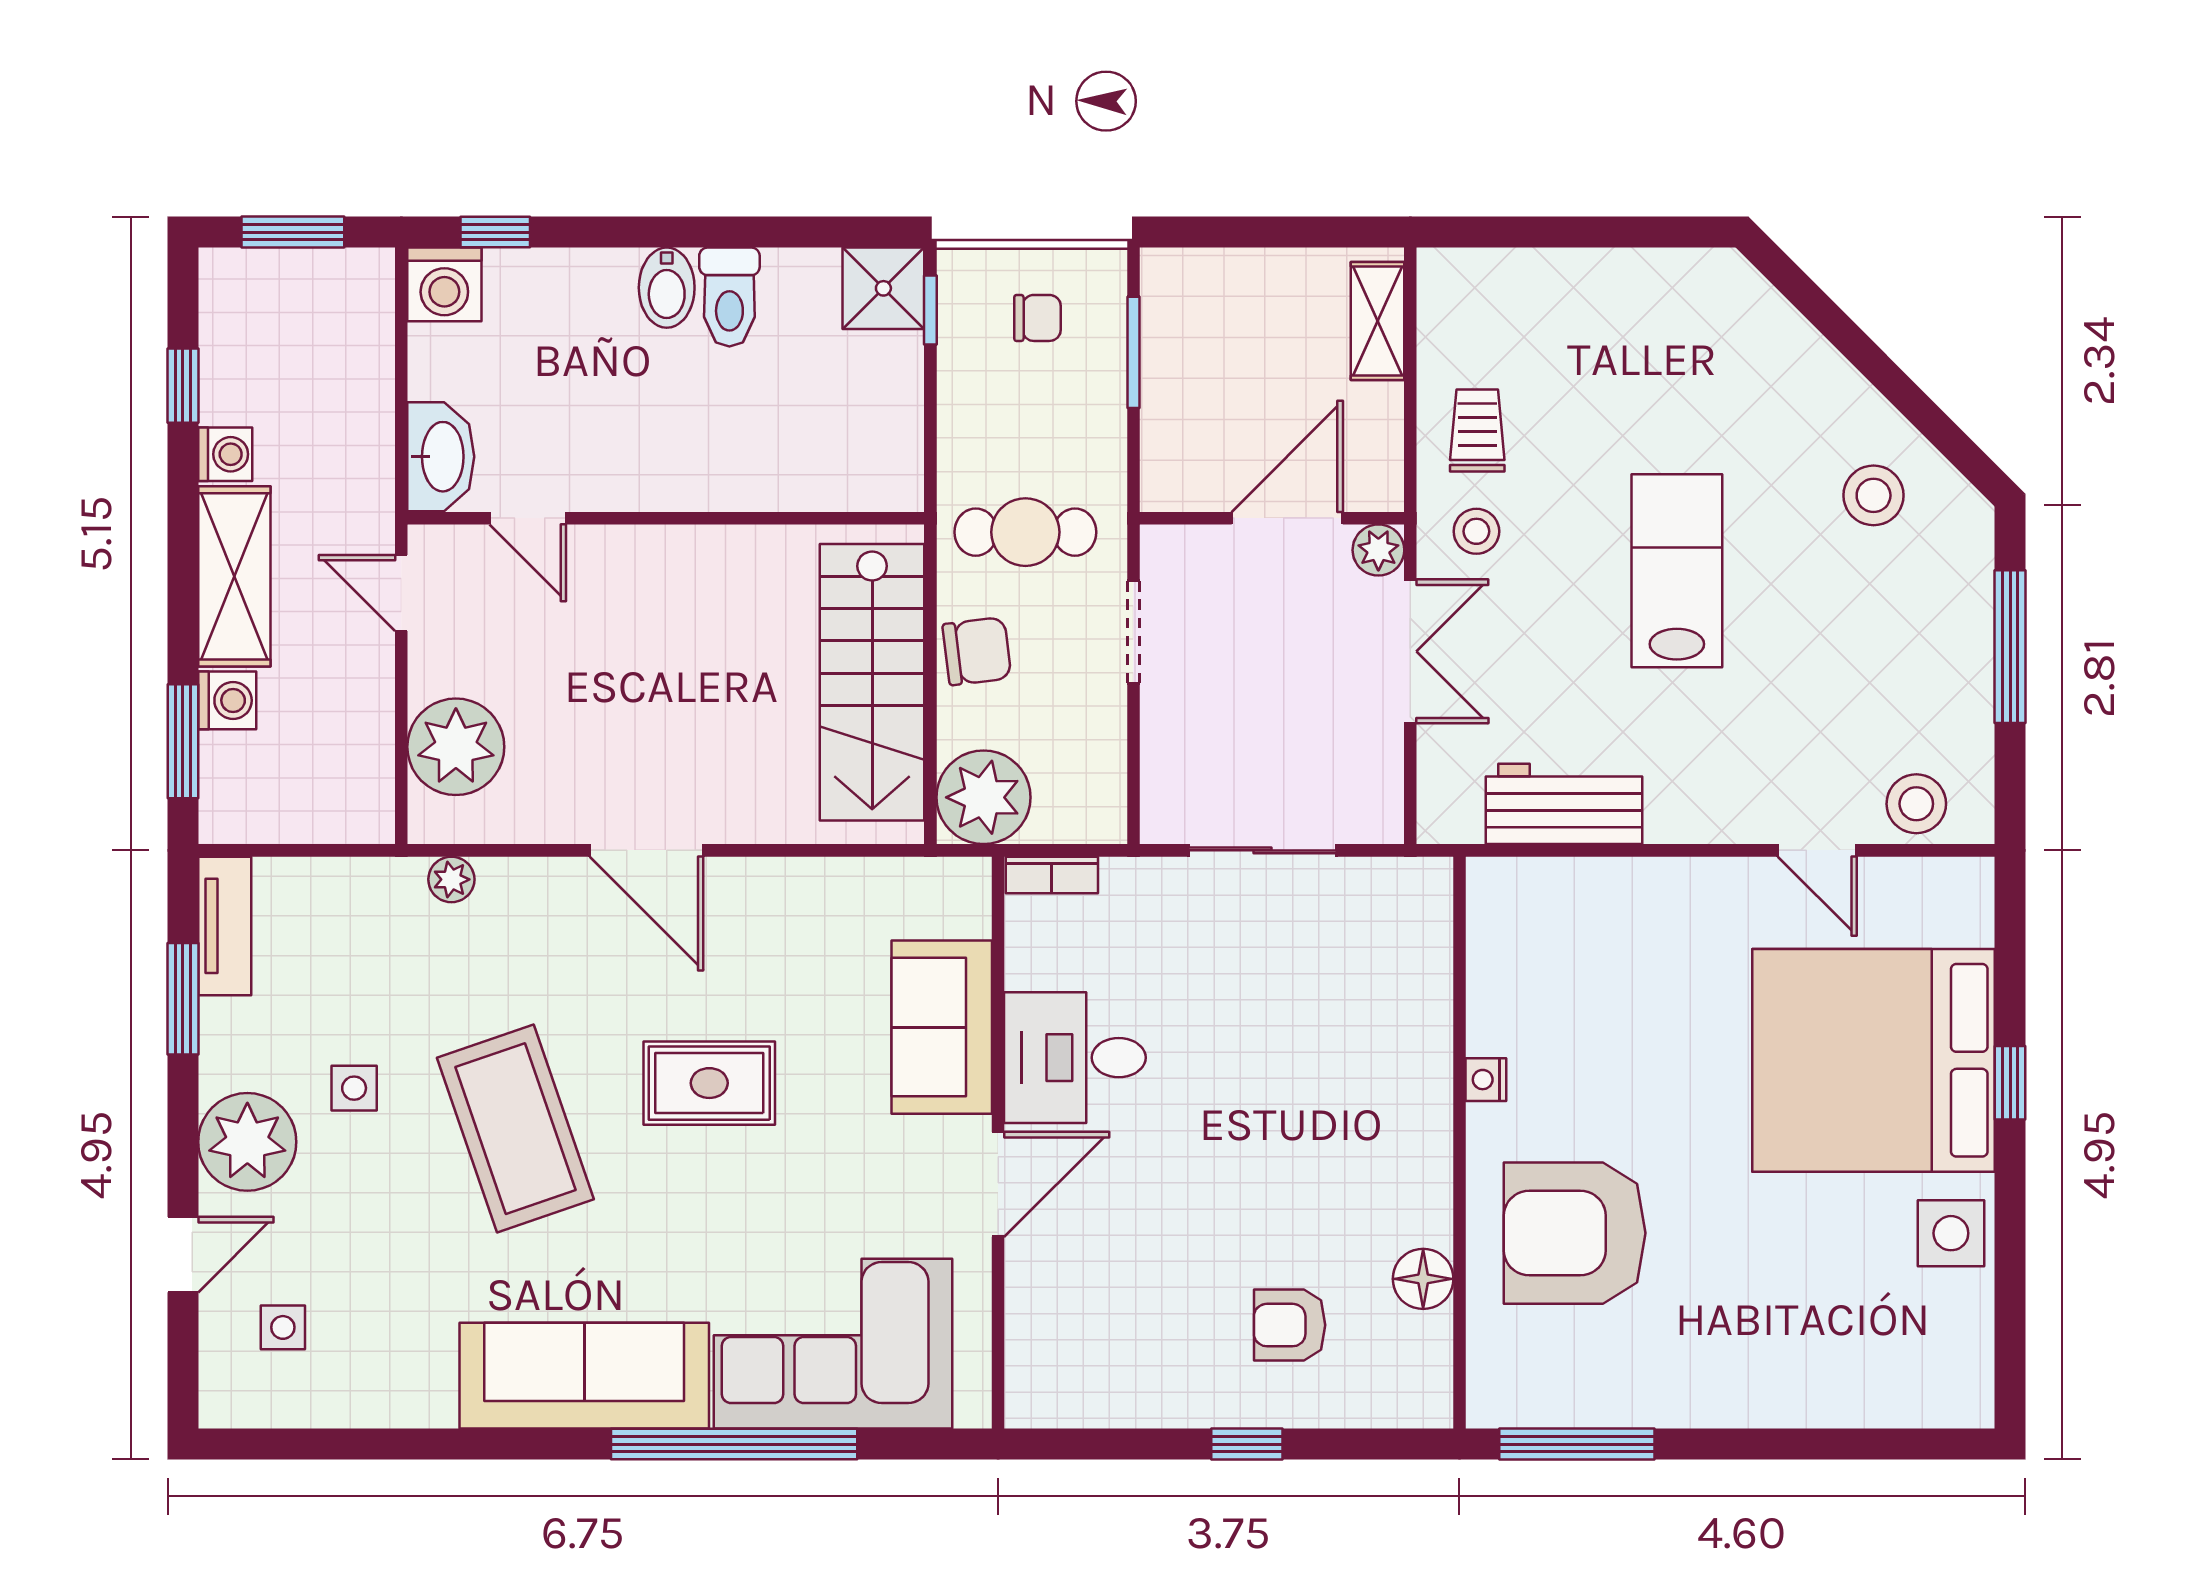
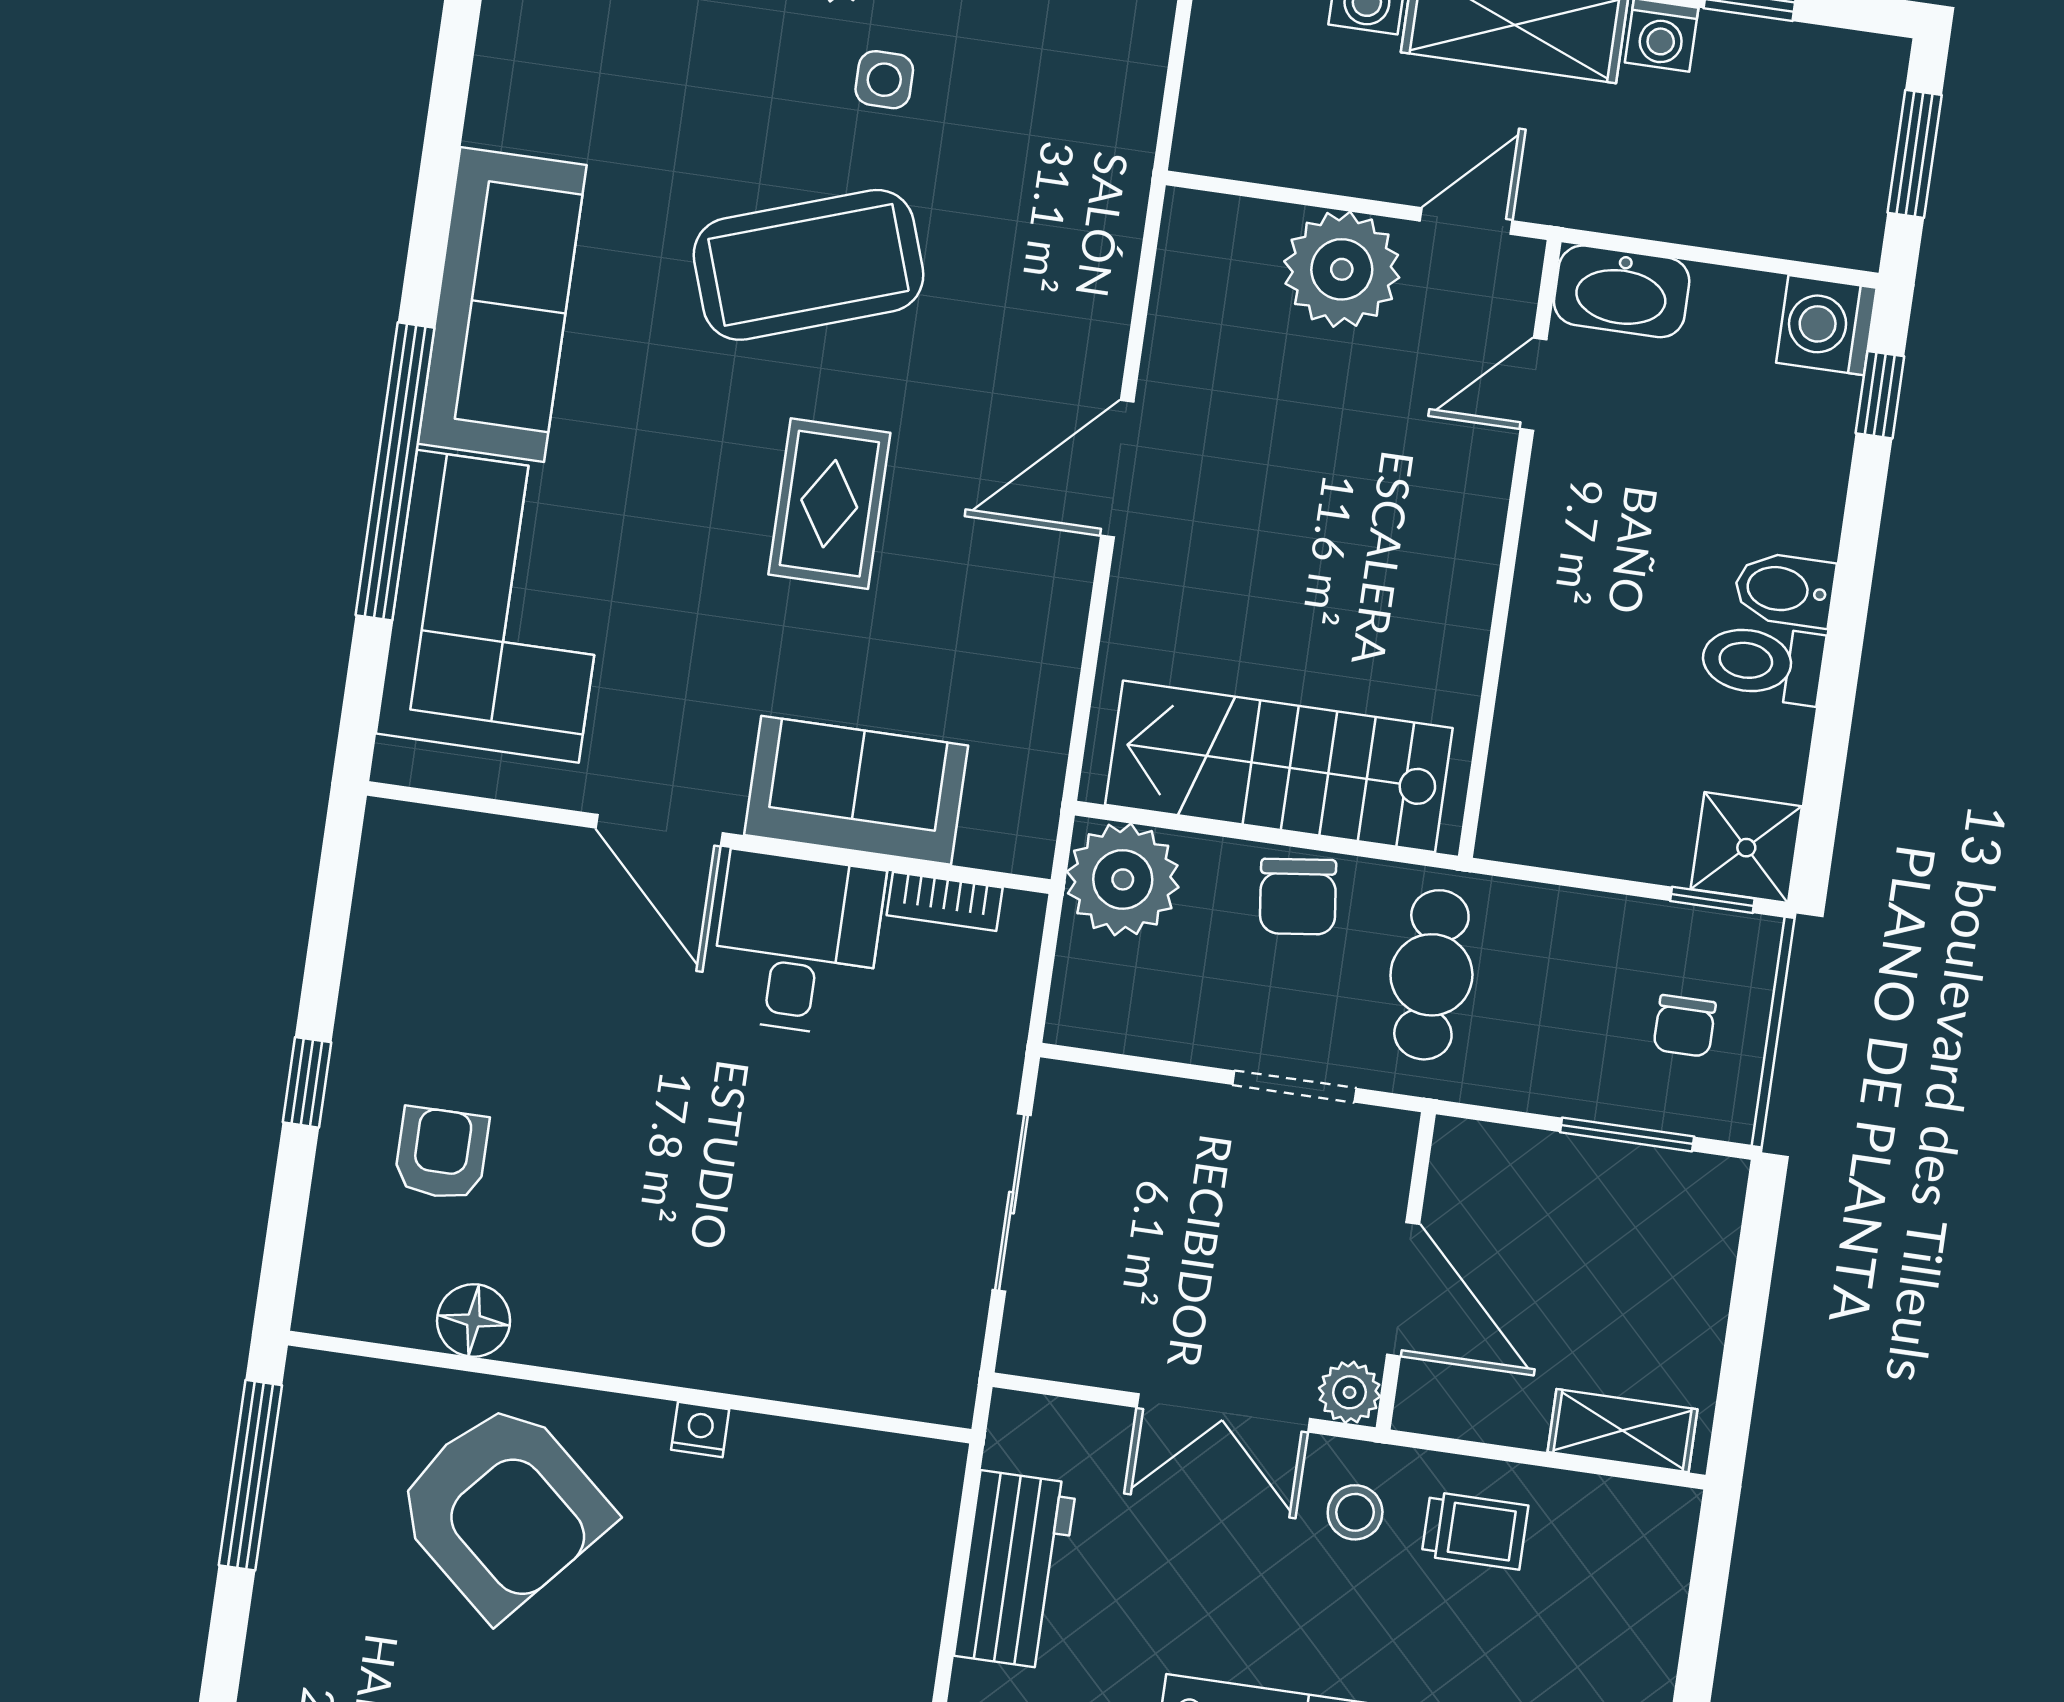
plant: (456, 747) -> (1342, 269), moved
bookcase: (1052, 875) -> (945, 901), moved, turned -90
plant: (451, 879) -> (1116, 231), removed
armchair: (1575, 1233) -> (502, 1509), turned 131

